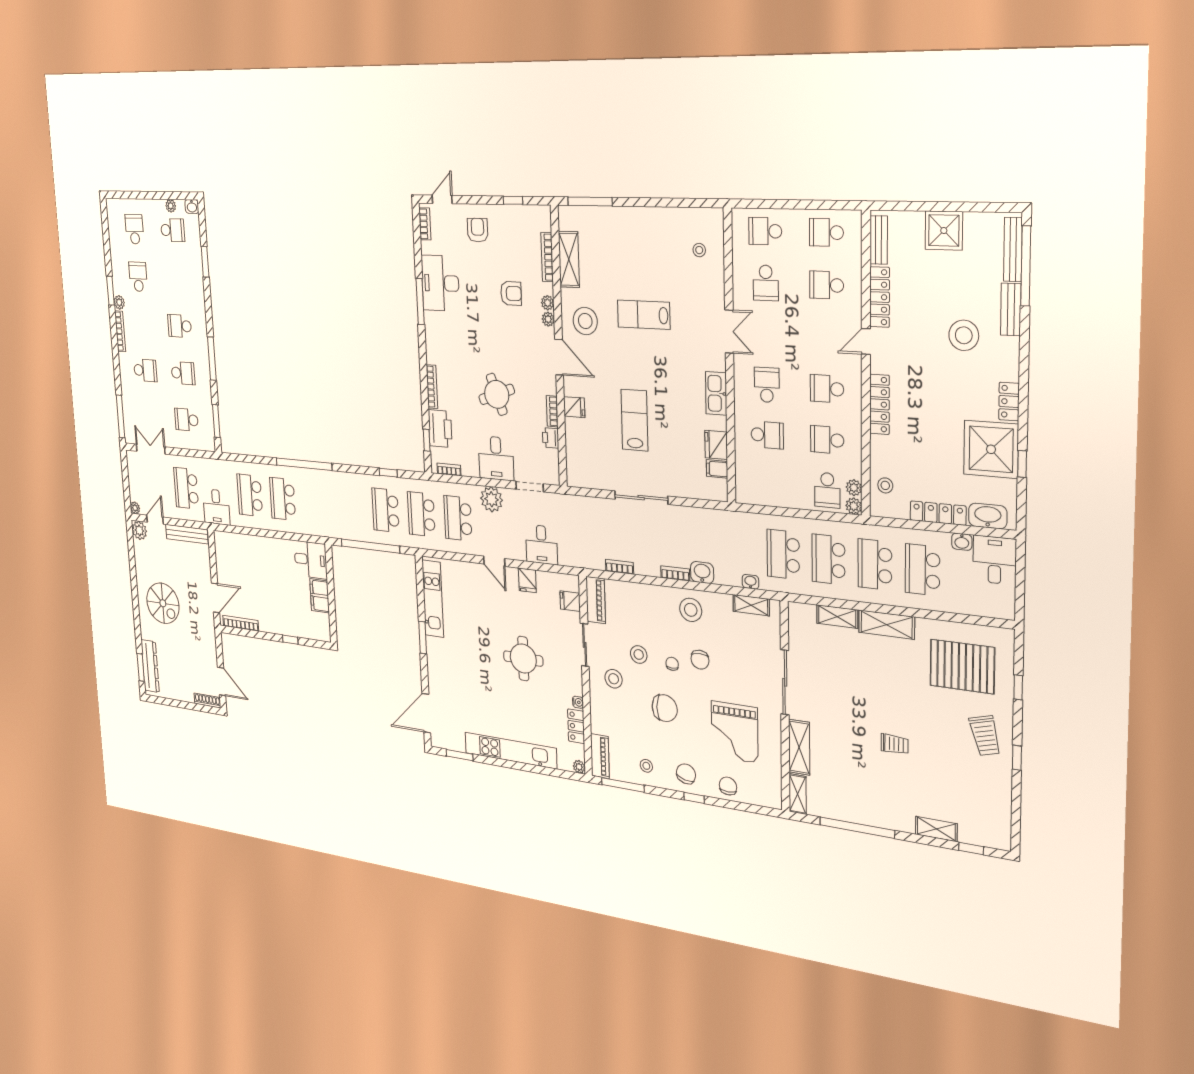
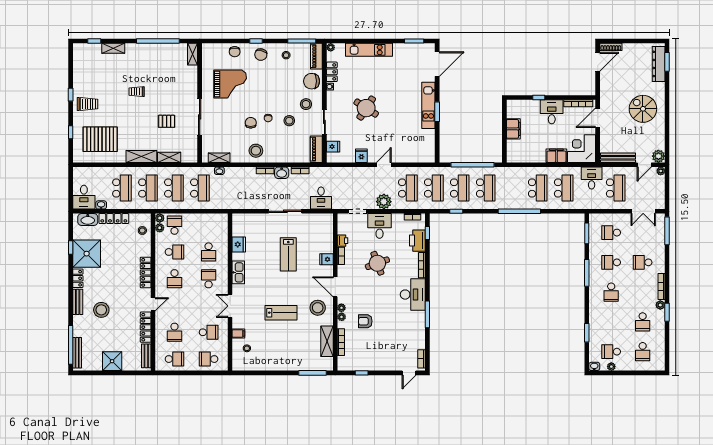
armchair: (478, 230) -> (386, 356), removed
school desk: (765, 231) -> (209, 359), turned 180
desk: (440, 283) -> (413, 295), moved
school desk: (766, 283) -> (209, 332), turned 90
school desk: (827, 285) -> (174, 332), turned 90
bench: (1011, 309) -> (78, 302), moved
school desk: (180, 326) -> (611, 292), turned 90
school desk: (767, 385) -> (209, 279), turned 180
school desk: (827, 389) -> (174, 279), turned 90
school desk: (186, 420) -> (611, 233), turned 180
school desk: (767, 435) -> (209, 252), turned -90
filing cabinet: (717, 469) -> (238, 333), moved
school desk: (350, 506) -> (486, 188), added
desk: (541, 545) -> (321, 198), moved, turned 180
filing cabinet: (262, 547) -> (556, 156), added
corner desk: (232, 554) -> (582, 149), added
desk: (311, 560) -> (552, 112), moved, turned 90
door: (494, 561) -> (384, 165), hinge flipped
washbasin: (702, 573) -> (282, 173), moved
kitchen unit: (433, 599) -> (428, 105), moved
round table: (523, 659) -> (366, 108), turned 33
door: (222, 681) -> (598, 62), swing flipped
pallet: (842, 683) -> (167, 121), added
chair: (665, 708) -> (312, 81), moved
grand piano: (735, 732) -> (230, 84), turned 90
trolley: (985, 736) -> (88, 104), turned 105
shelving: (799, 747) -> (191, 81), removed
kitchen unit: (511, 751) -> (369, 50), width x0.73

